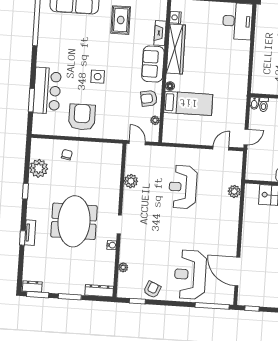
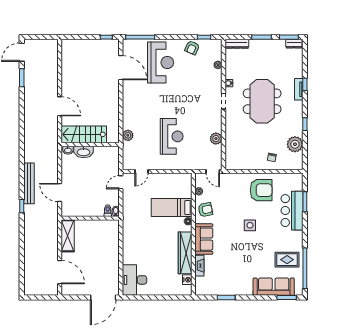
rug: (121, 20) -> (287, 260), moved, turned 90
armchair: (82, 117) -> (261, 190), turned -90

